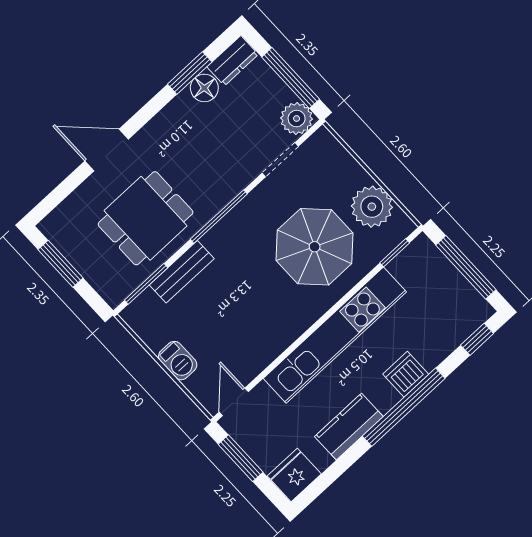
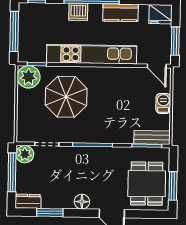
floor lamp: (204, 88) -> (82, 202), moved
plant: (372, 207) -> (29, 77), moved
dining table: (146, 218) -> (147, 184), moved, turned 90
bench: (182, 272) -> (152, 137), moved
door: (234, 402) -> (157, 66), hinge flipped

